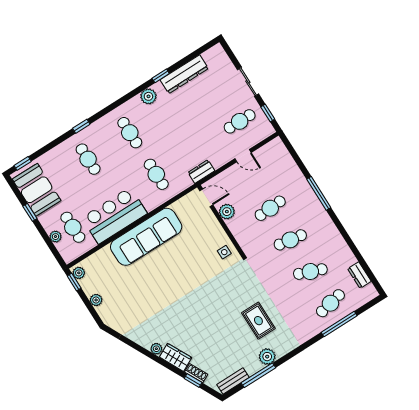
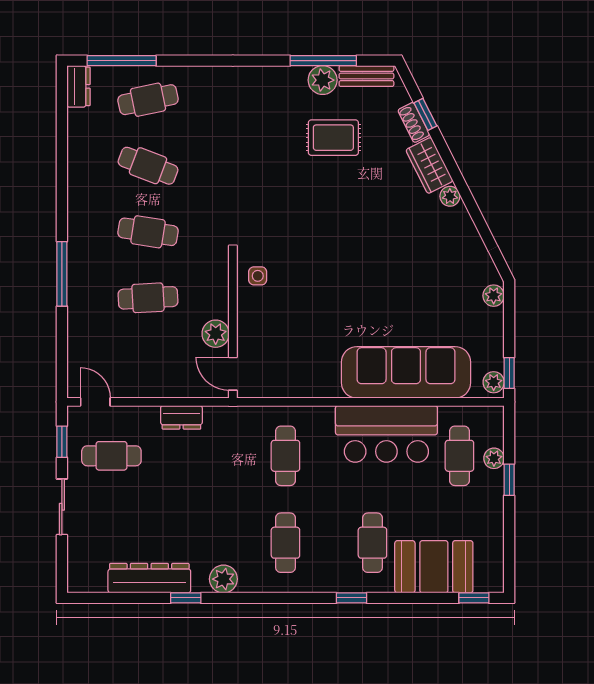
door: (243, 156) -> (95, 402), moved
dresser: (201, 172) -> (181, 417), moved
booth: (37, 190) -> (434, 567), moved, turned 90
window: (30, 212) -> (509, 480), moved
sofa: (146, 237) -> (406, 372), moved
dresser: (359, 275) -> (78, 86), moved
plant: (96, 300) -> (494, 296), moved
rug: (258, 321) -> (333, 138), moved, turned 90
window: (339, 324) -> (122, 61), moved
plant: (267, 357) -> (323, 80), moved

